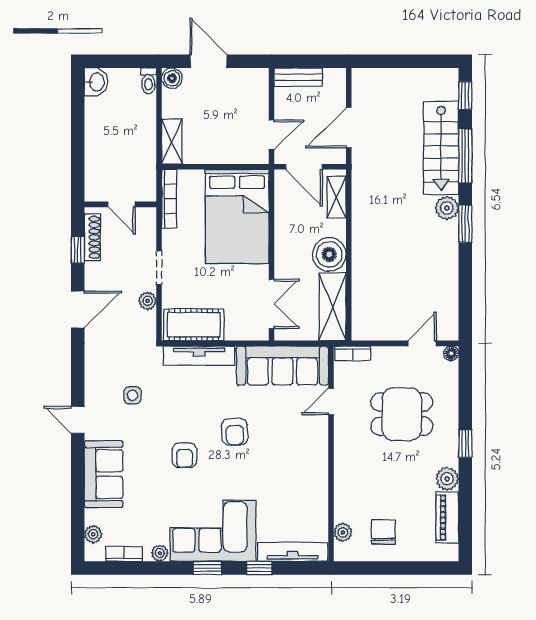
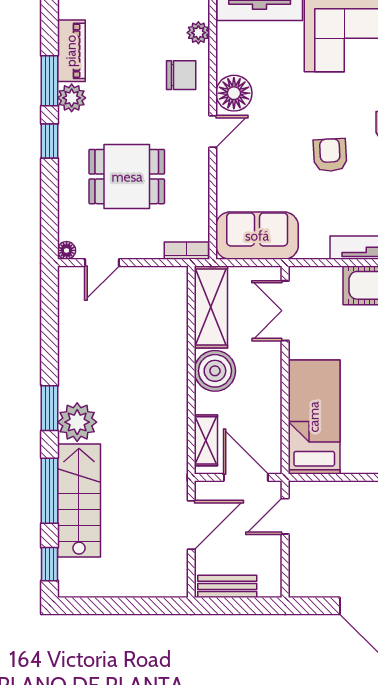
bench: (298, 77) -> (227, 586), moved
plant: (447, 208) -> (77, 422), width x1.36, depth x1.36
bed: (237, 216) -> (314, 417), width x0.67
sofa: (282, 366) -> (257, 236), width x0.73
door: (331, 402) -> (213, 131), moved
floor lamp: (314, 483) -> (234, 93), added
window: (465, 493) -> (50, 81), added
chair: (383, 532) -> (181, 75), moved, turned -90

